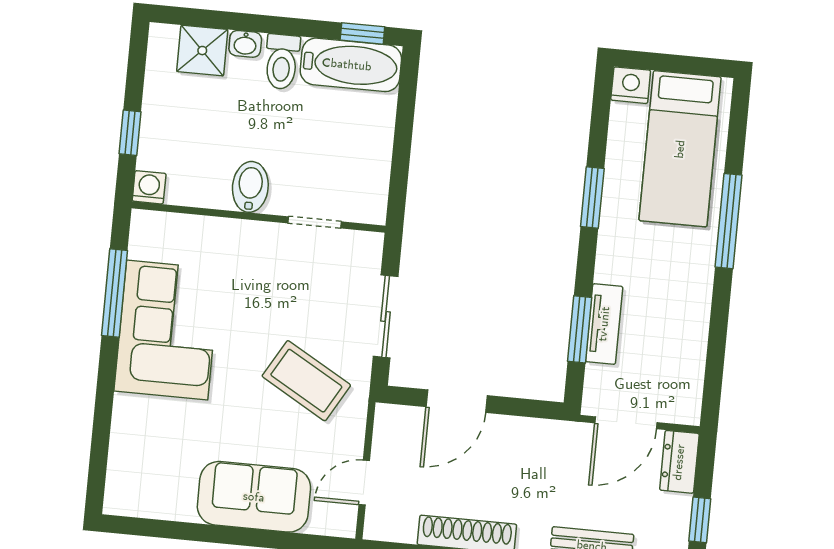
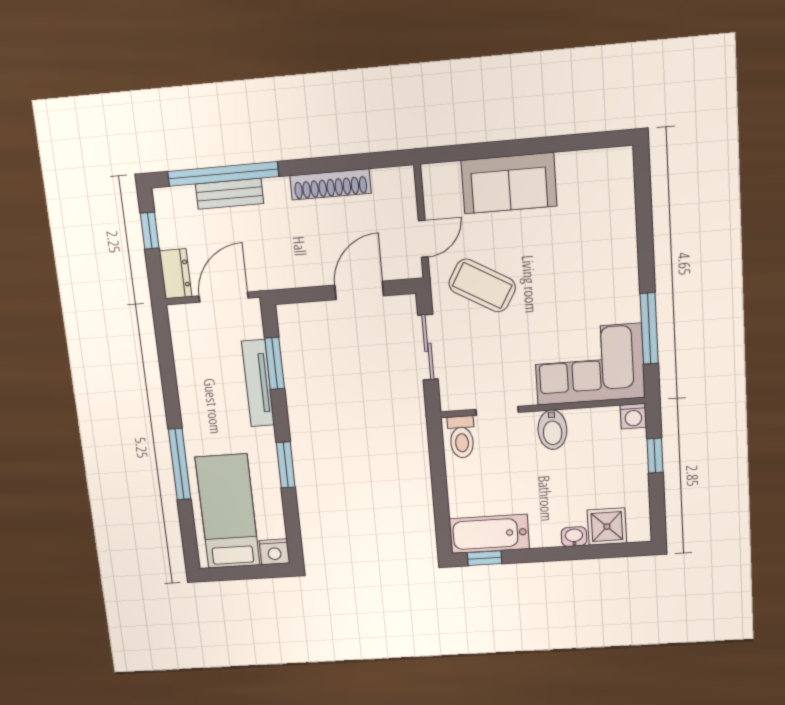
toilet: (282, 62) -> (462, 437), moved, turned 180
tv unit: (604, 324) -> (258, 383), width x1.41
corner sofa: (167, 330) -> (589, 364), moved, turned 90
door: (364, 483) -> (423, 239), moved

